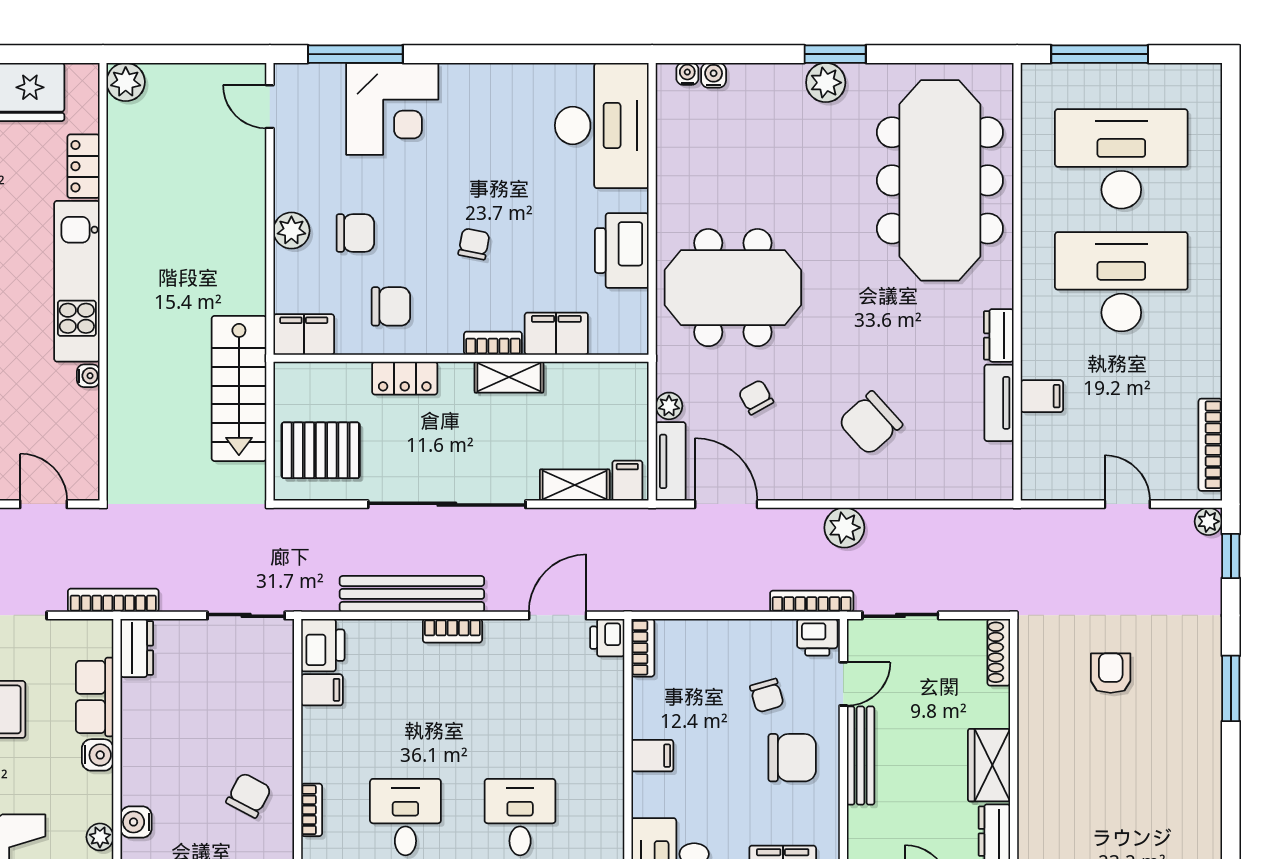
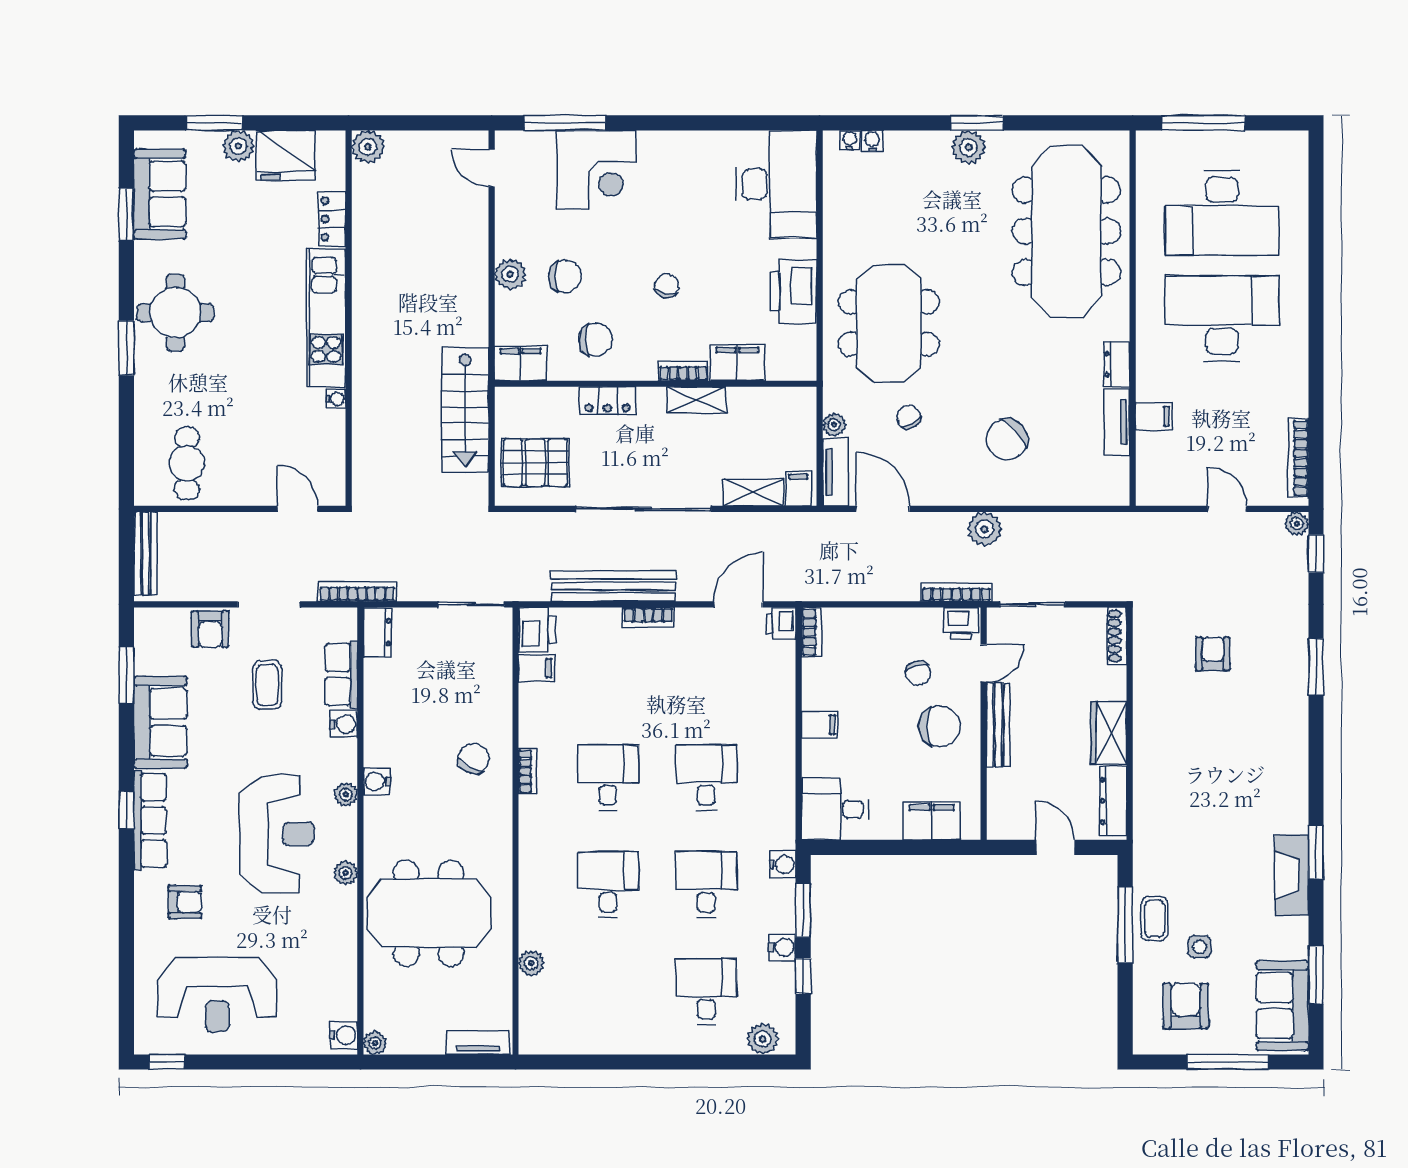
desk: (1121, 159) -> (1222, 213), turned 180
meeting table: (733, 288) -> (889, 323), turned 90

